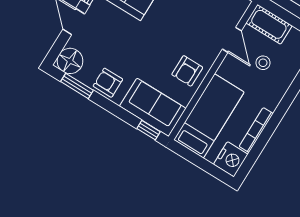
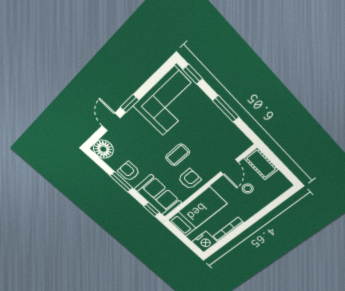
coffee table: (164, 42) -> (178, 155), added
armchair: (187, 71) -> (190, 179), turned 180
window: (77, 86) -> (121, 182), moved

